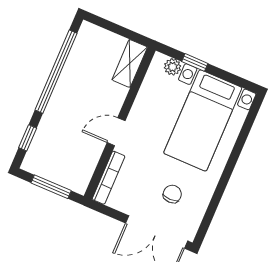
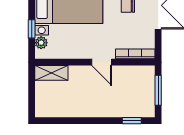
window: (56, 72) -> (78, 121), removed

